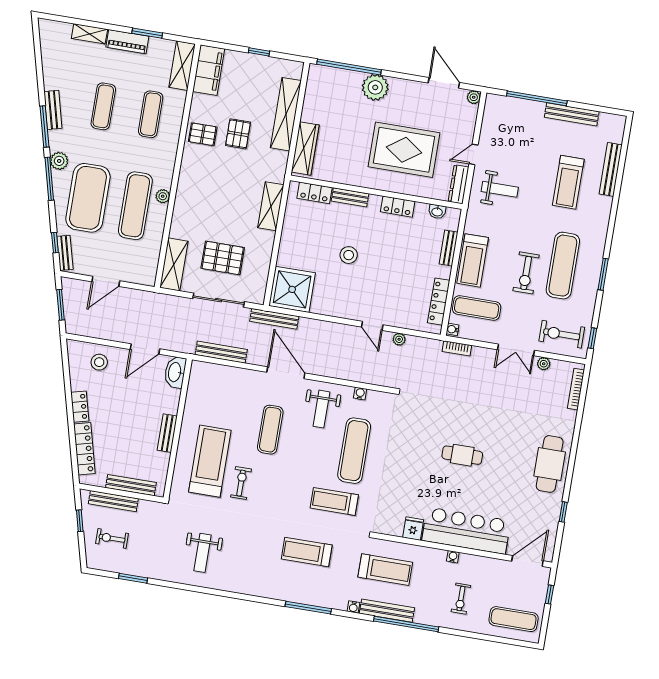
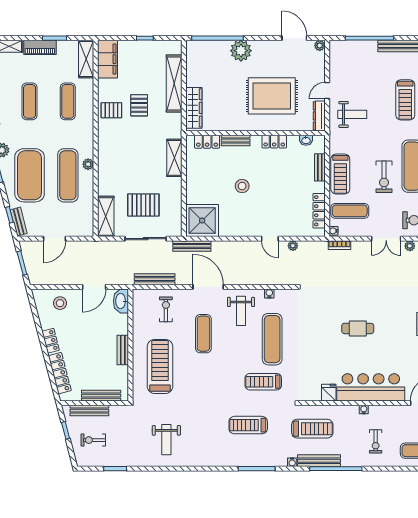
exercise bike: (241, 483) -> (166, 309), moved

